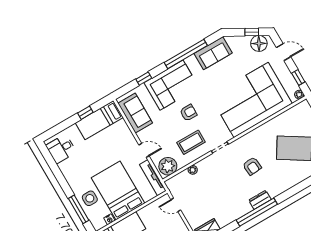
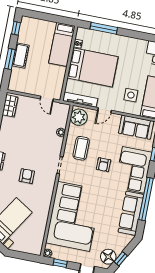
sofa: (213, 53) -> (131, 213), width x1.36
armchair: (252, 166) -> (27, 176), turned 95
side table: (90, 198) -> (131, 95), moved
door: (176, 205) -> (47, 99), swing flipped

